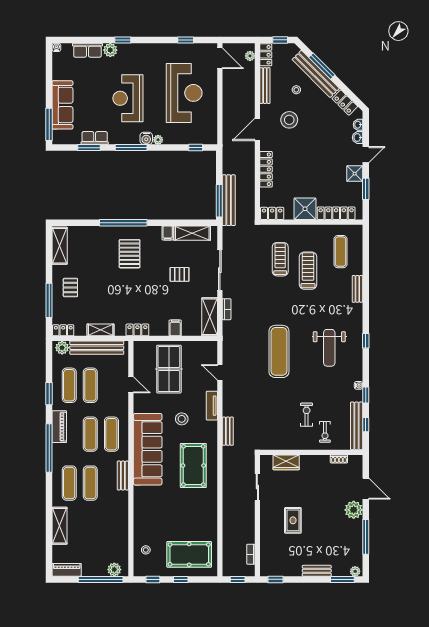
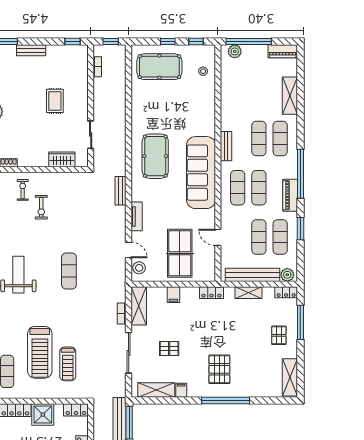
treadmill: (308, 271) -> (40, 352), width x1.37, depth x1.38
exercise mat: (279, 351) -> (69, 271), width x0.73, depth x0.69
stool: (182, 419) -> (139, 268), moved

